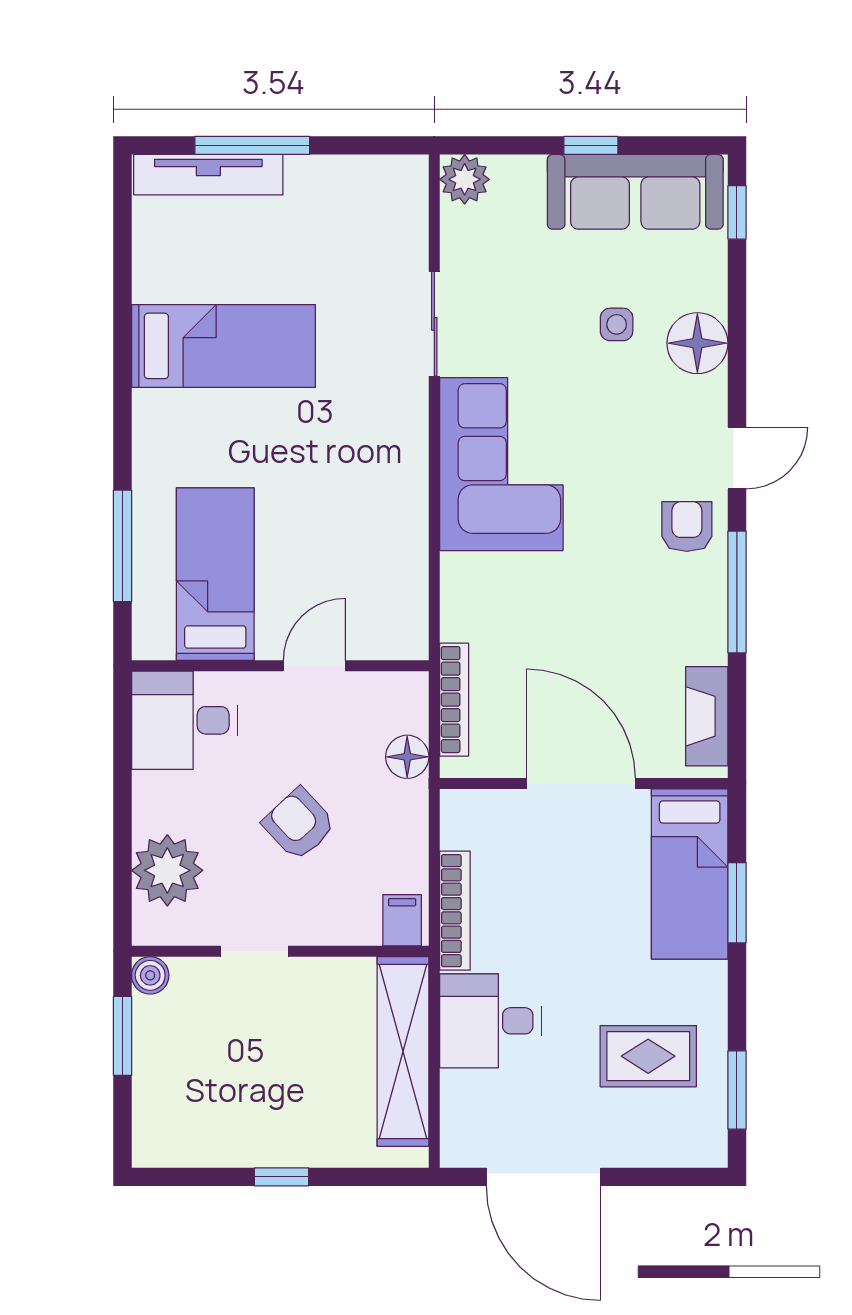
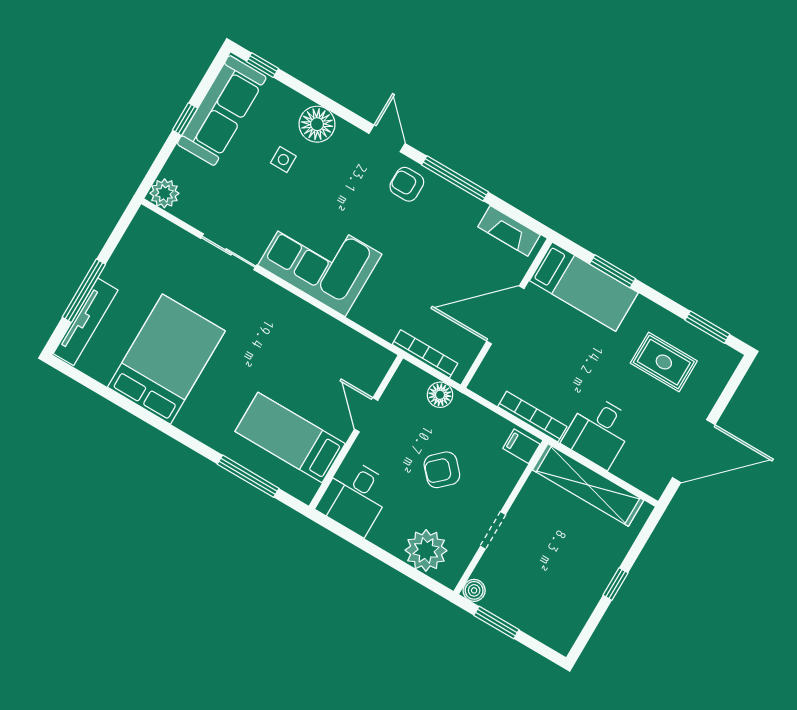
bed: (224, 346) -> (166, 359), width x1.50
rug: (648, 1056) -> (664, 362), turned 90

